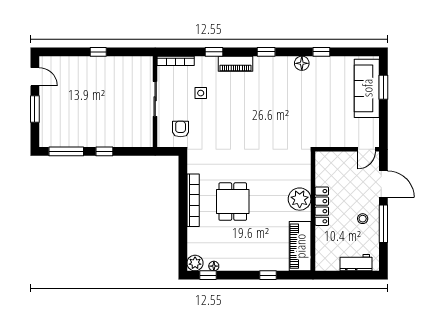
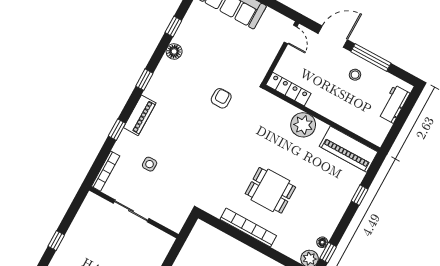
armchair: (181, 129) -> (221, 98), moved, turned 90
locker: (322, 206) -> (288, 89), moved

